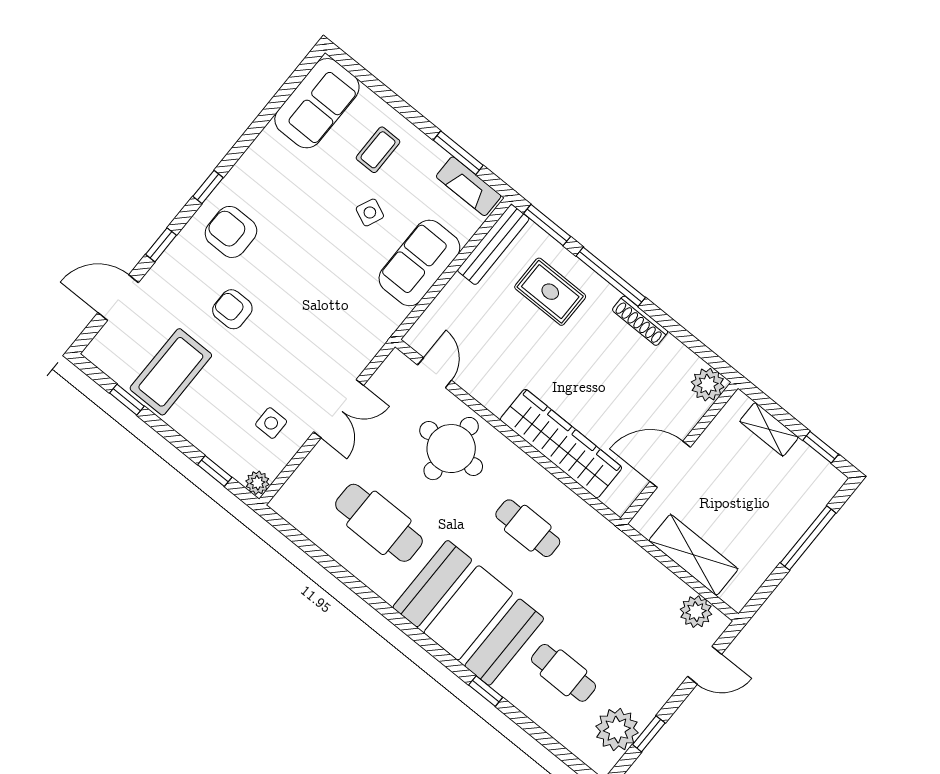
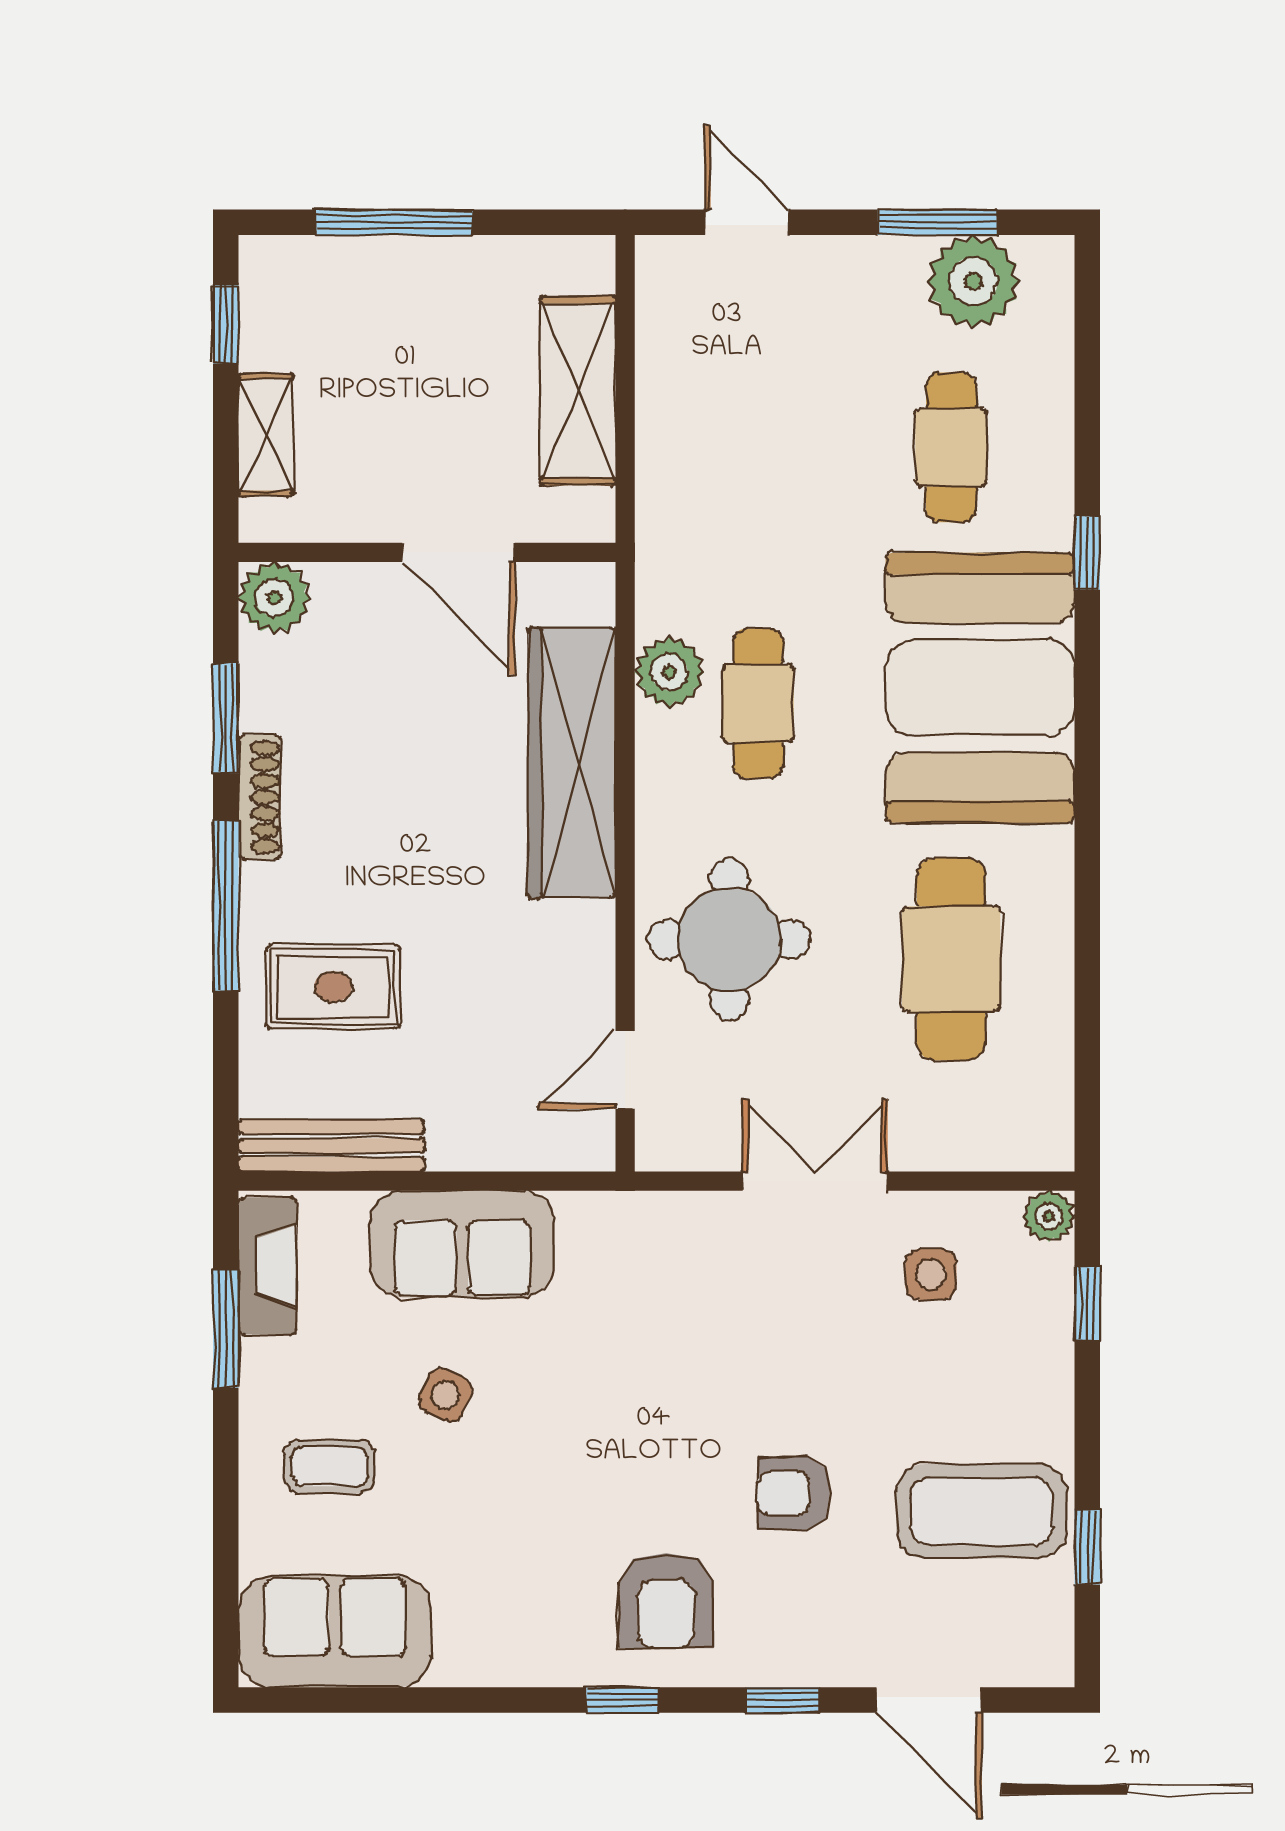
window: (547, 225) -> (226, 718), moved
rug: (550, 292) -> (333, 987), turned 90
armchair: (232, 309) -> (793, 1493), turned 90
plant: (696, 612) -> (669, 672), moved
window: (649, 734) -> (937, 222), width x1.50

